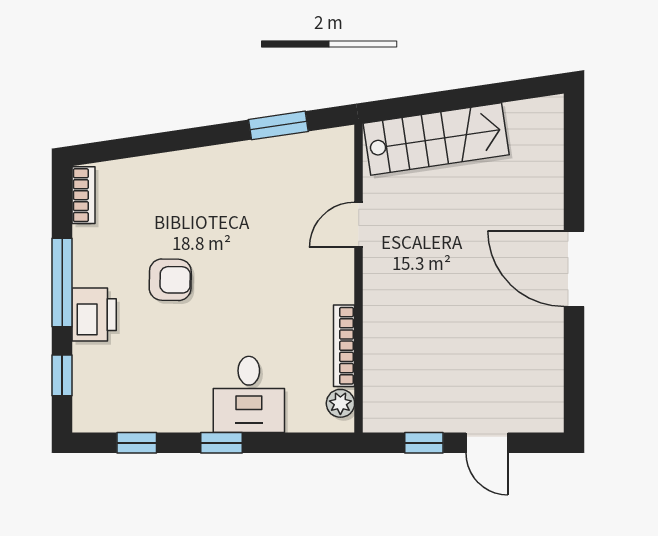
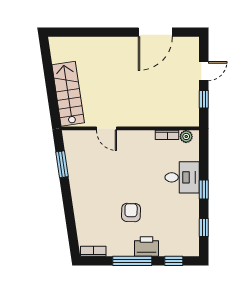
door: (574, 269) -> (155, 32), moved
bookcase: (344, 346) -> (167, 135), width x0.64

